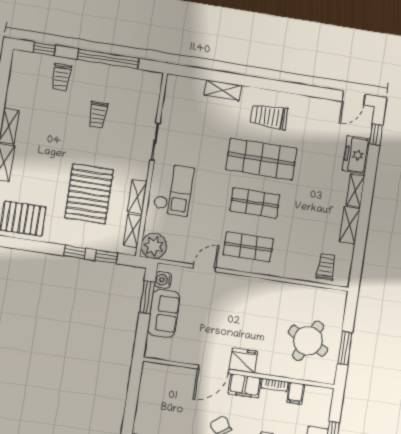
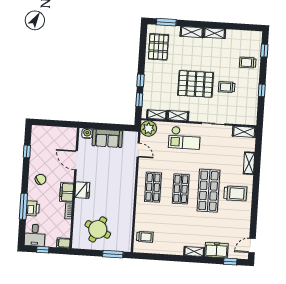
window: (108, 59) -> (262, 90), width x0.32
door: (354, 98) -> (252, 246), hinge flipped
trolley: (269, 117) -> (235, 193), turned 90
pallet: (89, 194) -> (196, 84), moved
shelving: (350, 225) -> (244, 132), moved
door: (204, 268) -> (138, 150), moved
water cooler: (163, 280) -> (87, 133), moved
window: (147, 297) -> (116, 127), removed
window: (345, 348) -> (113, 254), moved
door: (213, 369) -> (76, 160), moved
filing cabinet: (296, 393) -> (63, 243), moved

